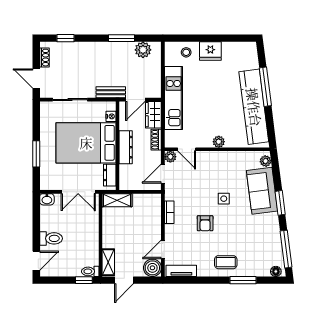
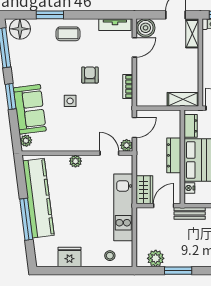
fridge: (210, 51) -> (69, 257), moved
shoe rack: (156, 140) -> (142, 163), removed
floor lamp: (276, 271) -> (20, 29), width x1.89, depth x1.89

